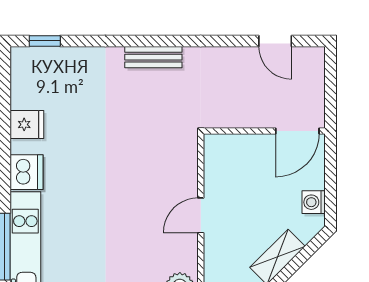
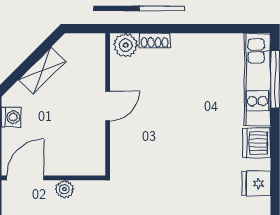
plant: (251, 118) -> (65, 189), added

